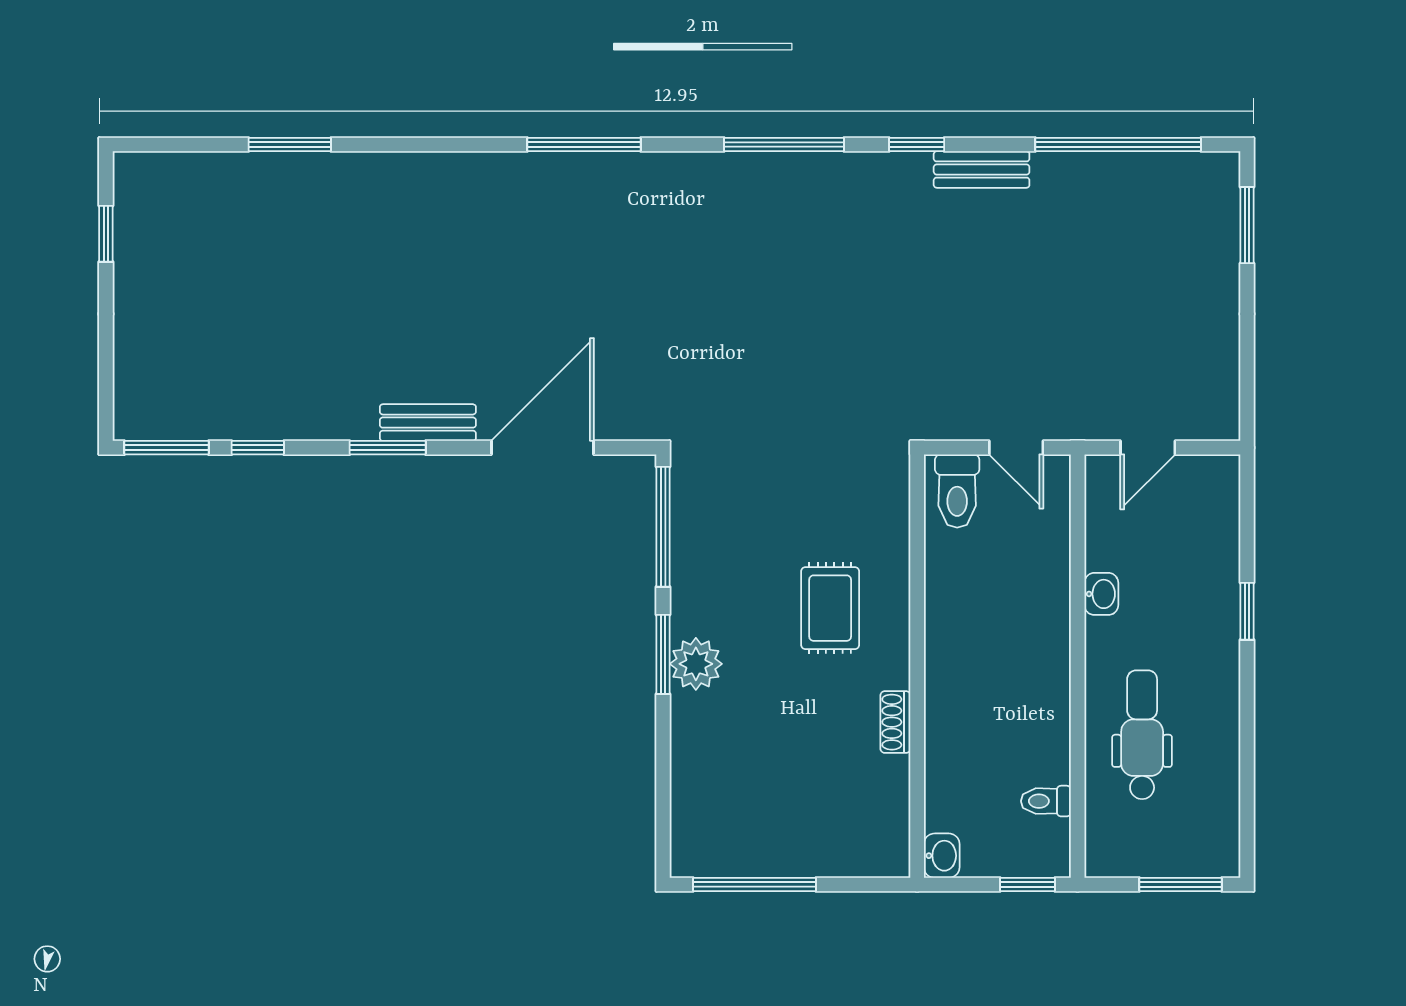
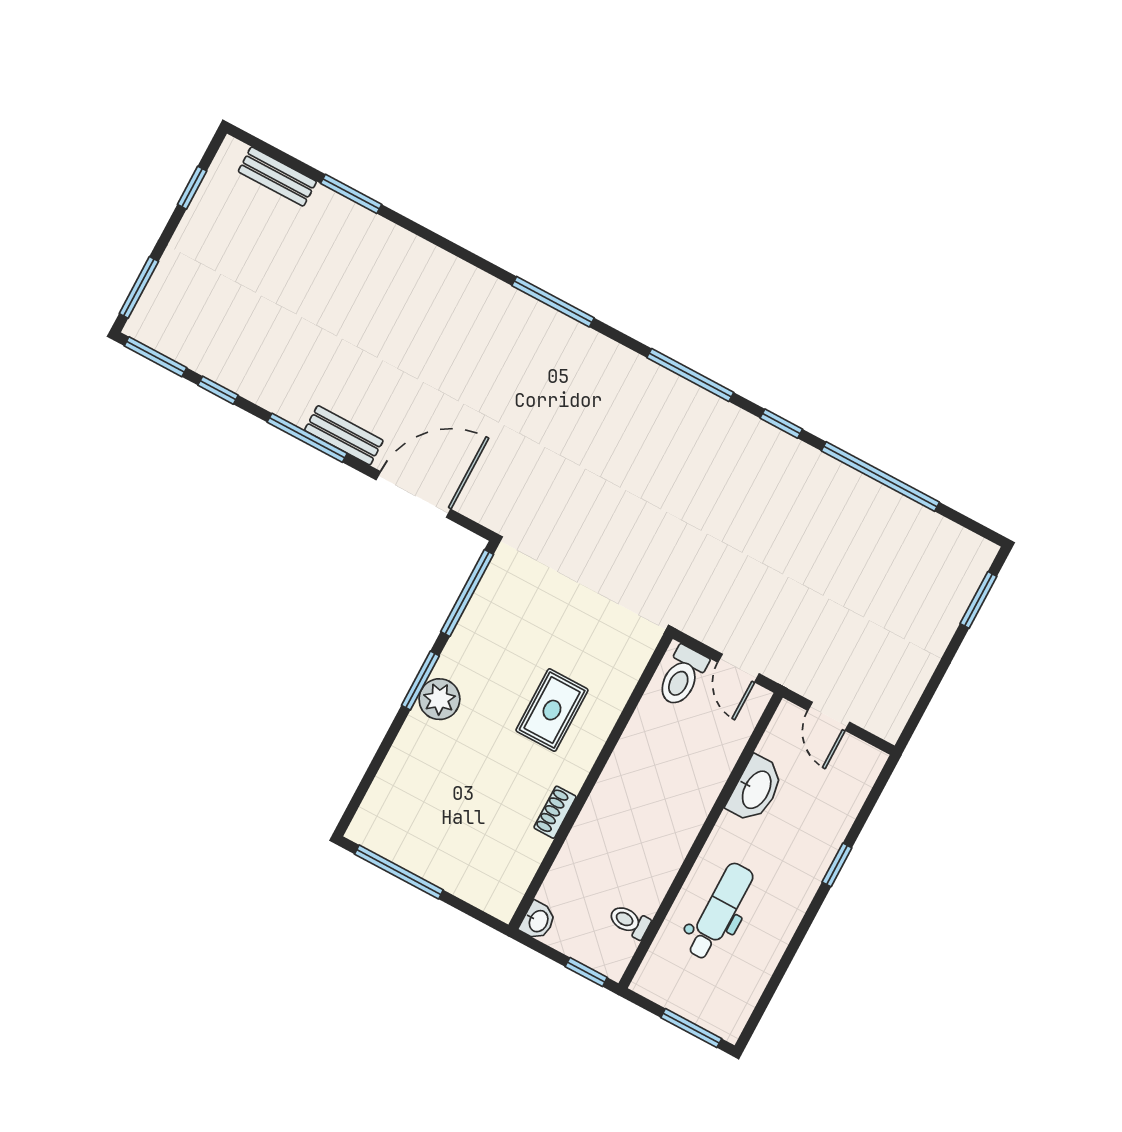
window: (1118, 145) -> (880, 476), moved
bench: (982, 169) -> (277, 177), moved
window: (106, 379) -> (139, 287), added
window: (388, 448) -> (307, 438), width x1.44
door: (1148, 448) -> (829, 716), hinge flipped
washbasin: (1101, 594) -> (756, 789), width x1.91, depth x1.45

